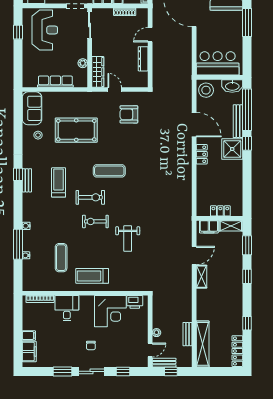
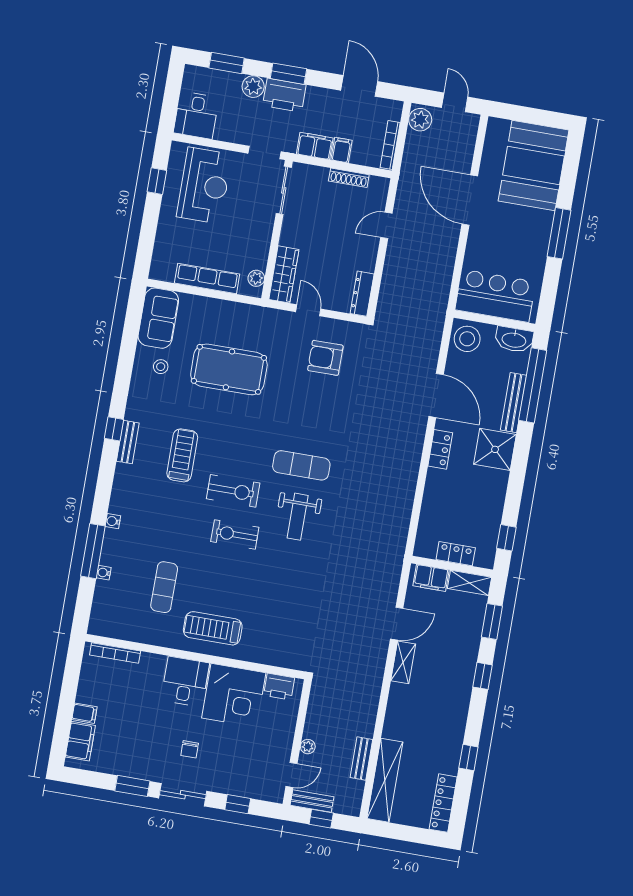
dresser: (143, 59) -> (362, 294), moved
plant: (83, 63) -> (256, 278), moved
window: (247, 143) -> (506, 538), moved
exercise mat: (109, 171) -> (301, 465), moved
weight bench: (128, 239) -> (298, 517), moved
desk: (67, 308) -> (185, 681), moved

